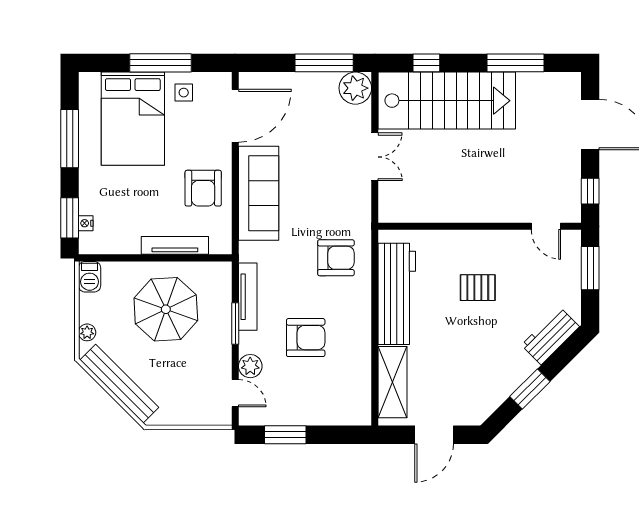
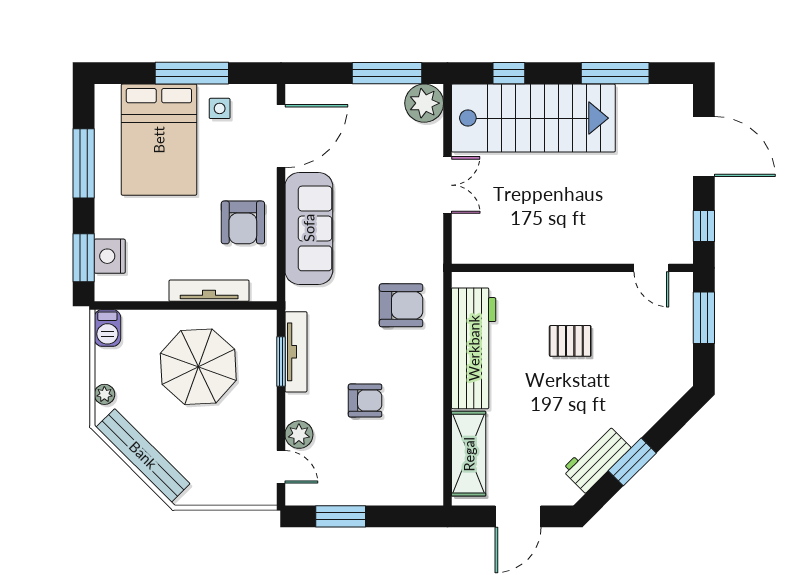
nightstand: (86, 223) -> (110, 256), width x1.89, depth x1.79
window: (235, 323) -> (281, 362), moved
workbench: (550, 336) -> (596, 459), moved
armchair: (306, 338) -> (365, 401), width x0.72, depth x0.72

